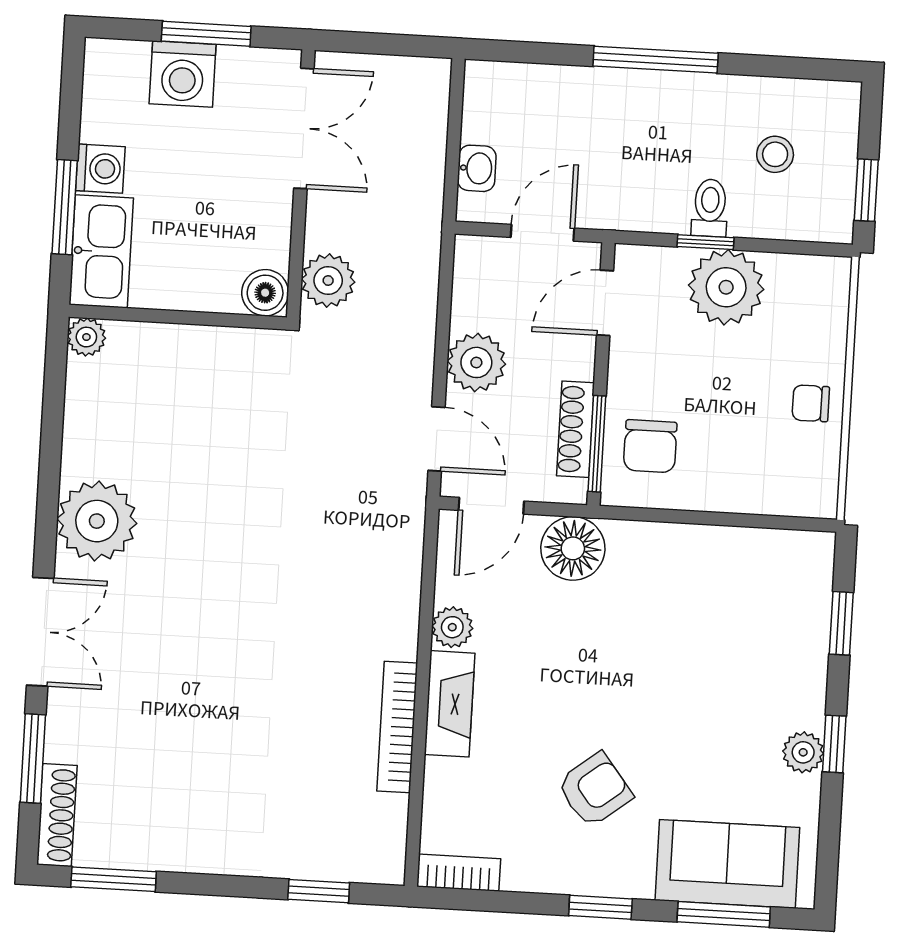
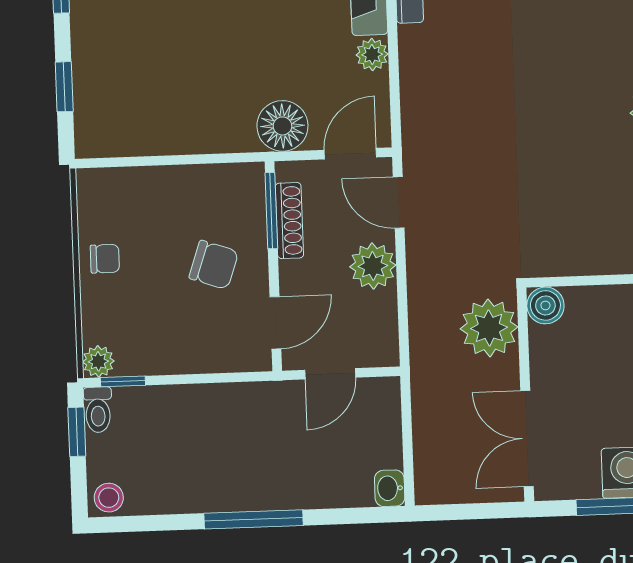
stool: (775, 154) -> (109, 498), moved
washbasin: (477, 168) -> (390, 488), moved
toilet: (710, 208) -> (98, 410), moved
window: (706, 242) -> (123, 381), moved
plant: (328, 281) -> (489, 328), width x1.36, depth x1.36
plant: (726, 287) -> (98, 361), moved, width x0.53, depth x0.53
chair: (650, 446) -> (214, 265), moved, turned 109

